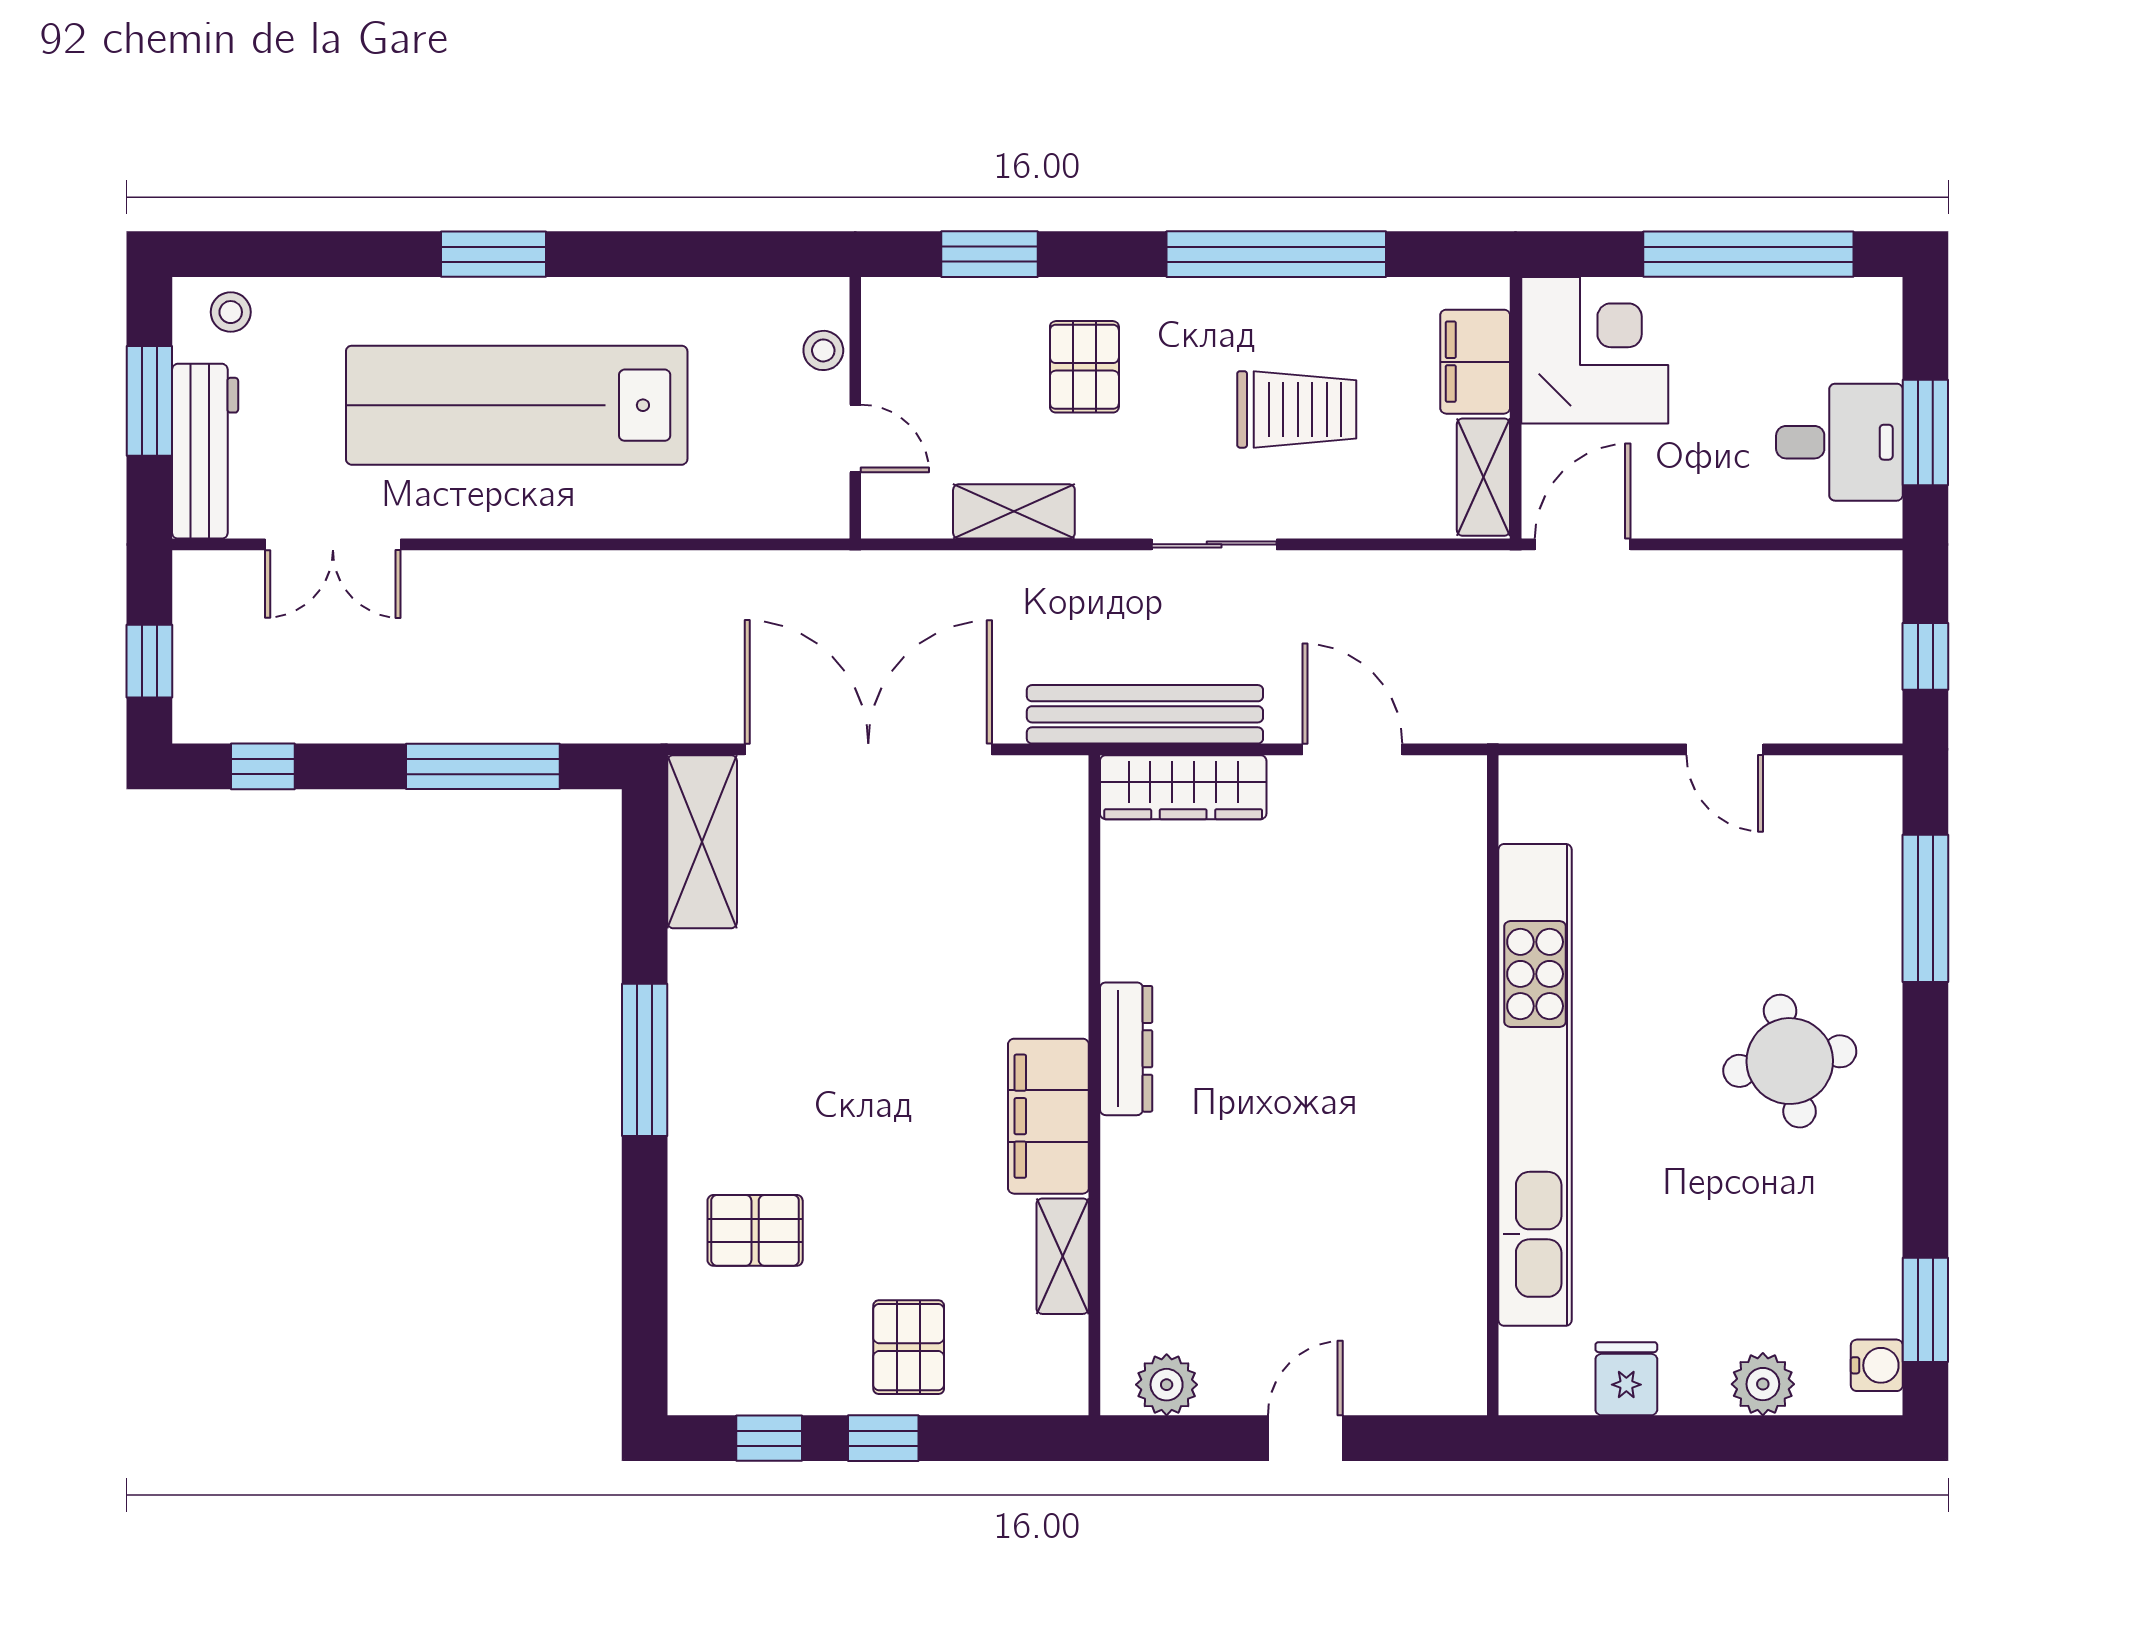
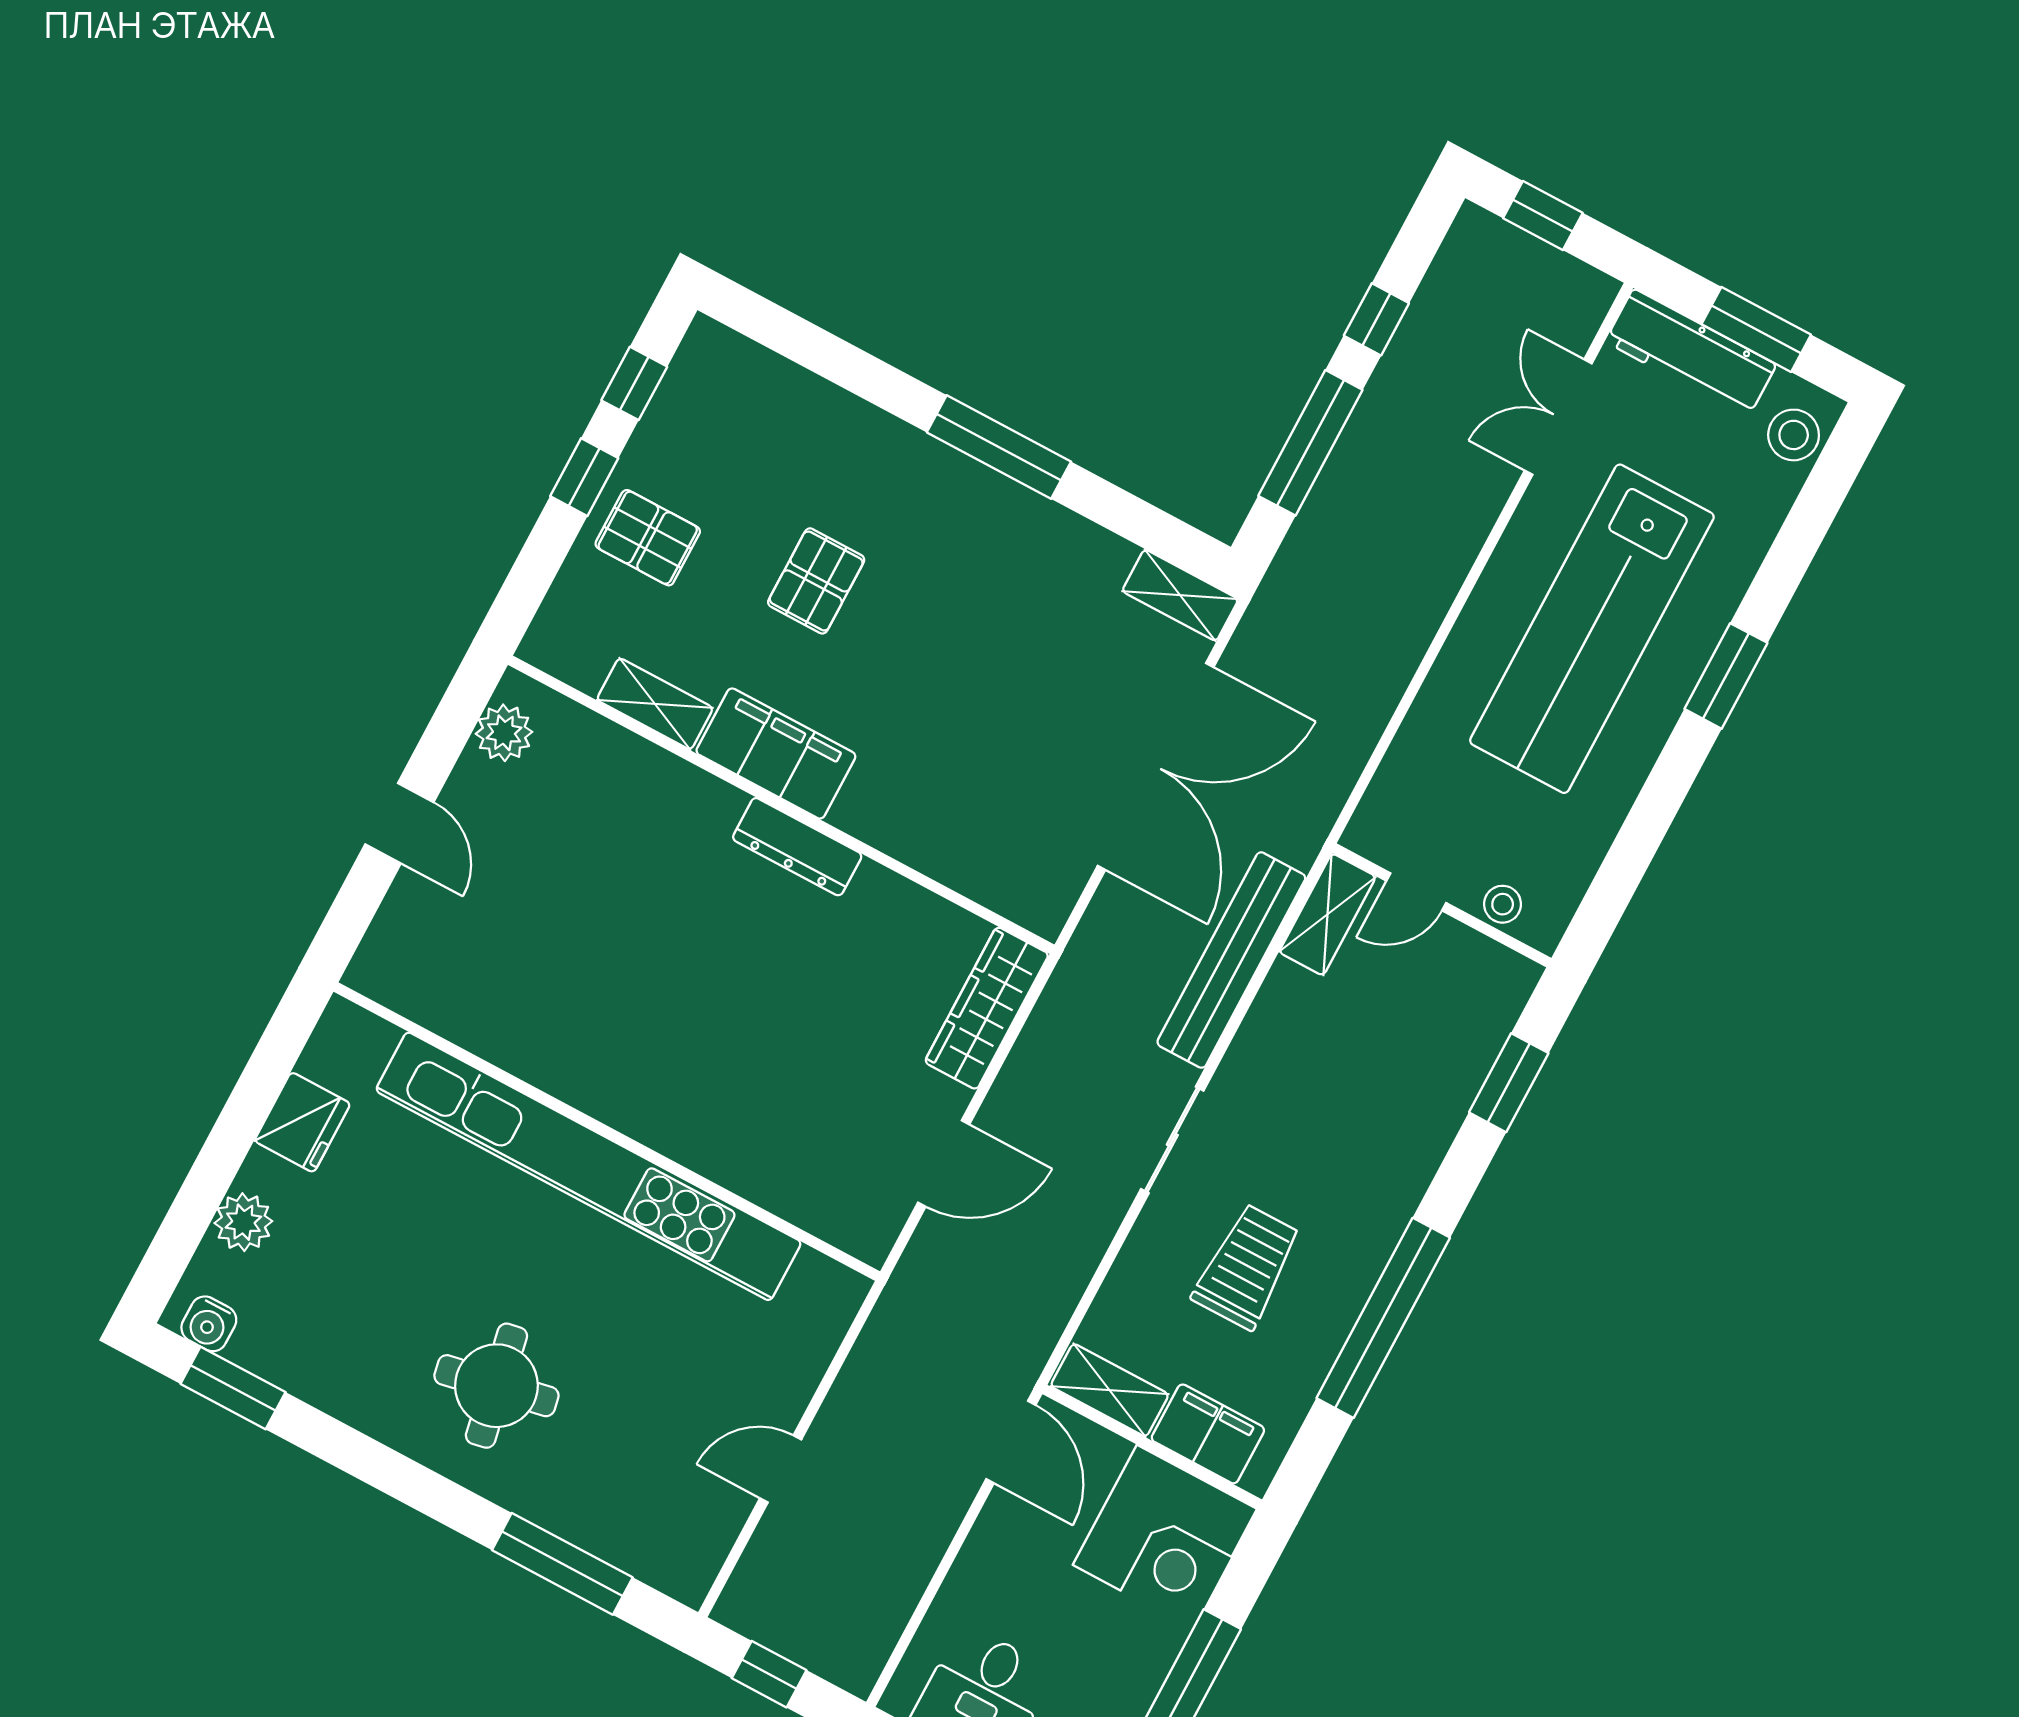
stool: (231, 312) -> (1794, 435), width x1.37, depth x1.37
pallet: (1084, 367) -> (1375, 1111), removed
lab bench: (517, 405) -> (1592, 629), turned 180
trolley: (1297, 409) -> (1247, 1267), turned 180
shelving: (1014, 511) -> (1327, 914), moved
bench: (1145, 714) -> (1231, 960), moved
window: (263, 766) -> (1376, 319), moved
shelving: (702, 842) -> (1180, 595), width x0.67, depth x0.75
pallet: (755, 1230) -> (816, 581), moved
fridge: (1626, 1379) -> (302, 1122), width x1.38

